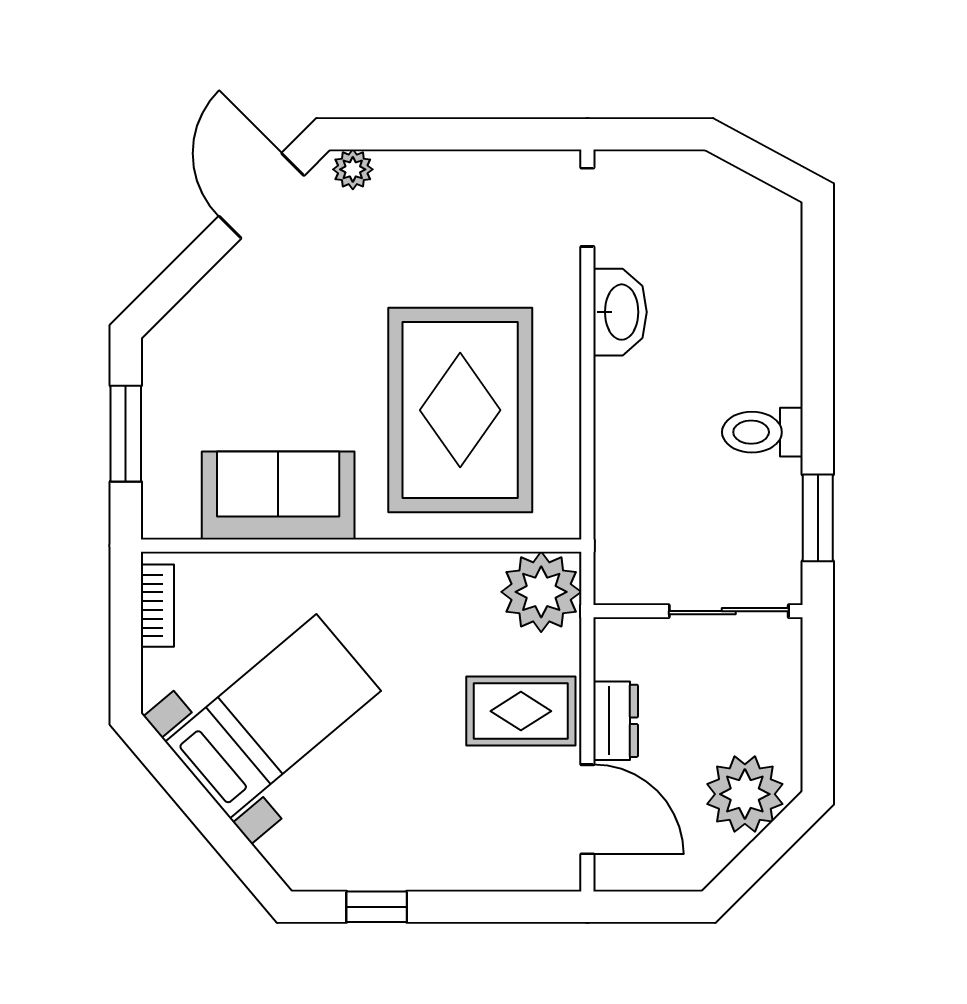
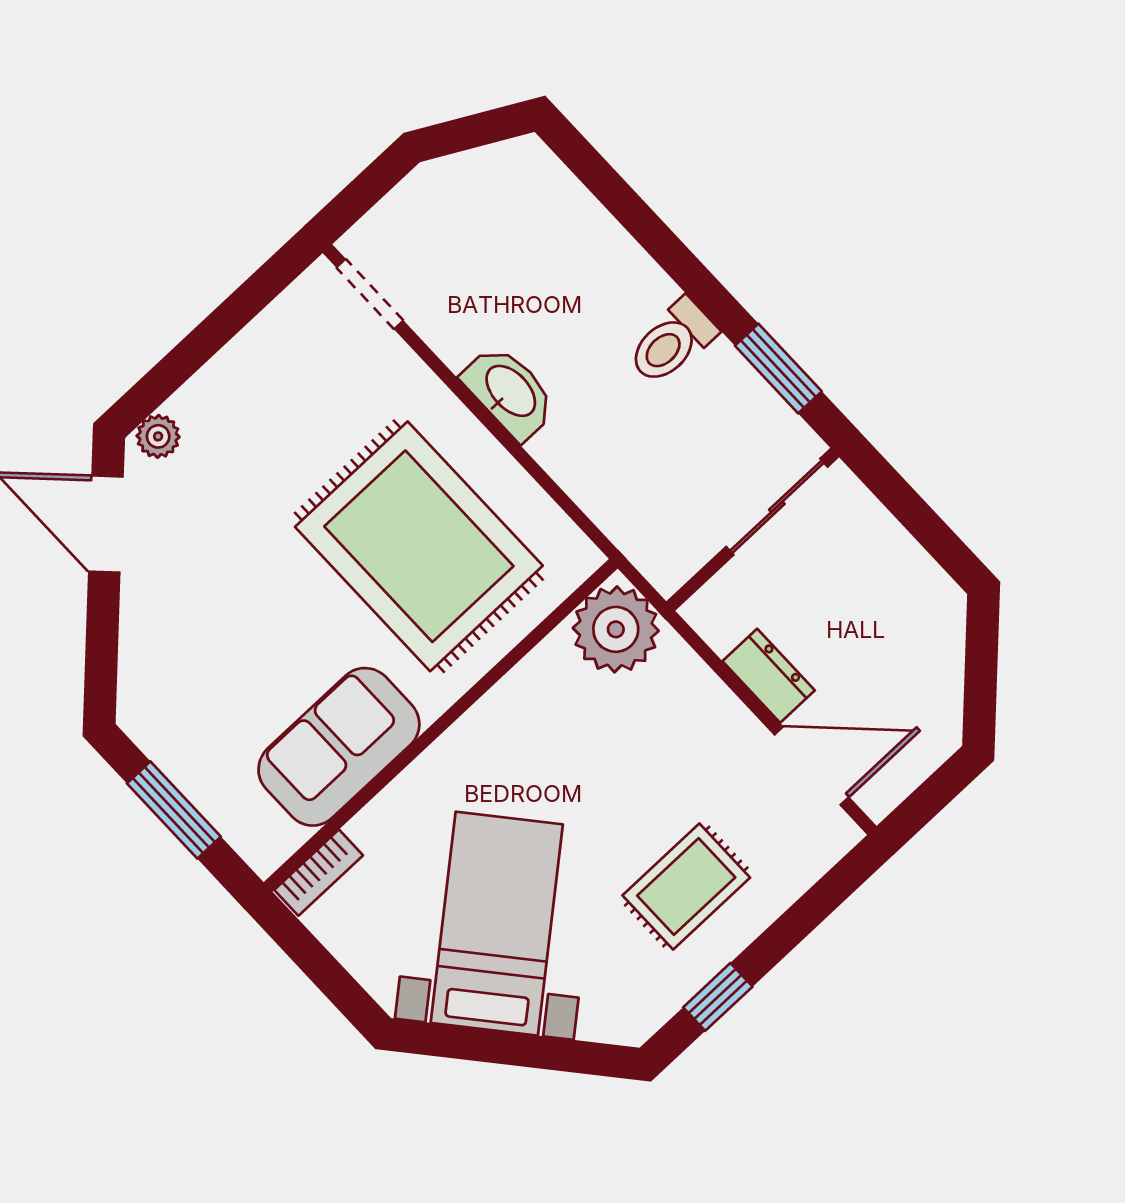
washbasin: (620, 312) -> (510, 392), moved
bookcase: (157, 606) -> (319, 873), moved, turned 90
rug: (521, 711) -> (686, 887), moved
plant: (745, 794) -> (924, 638), removed

